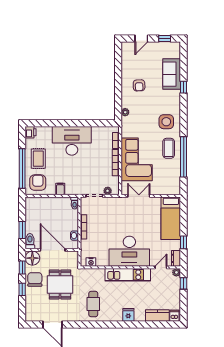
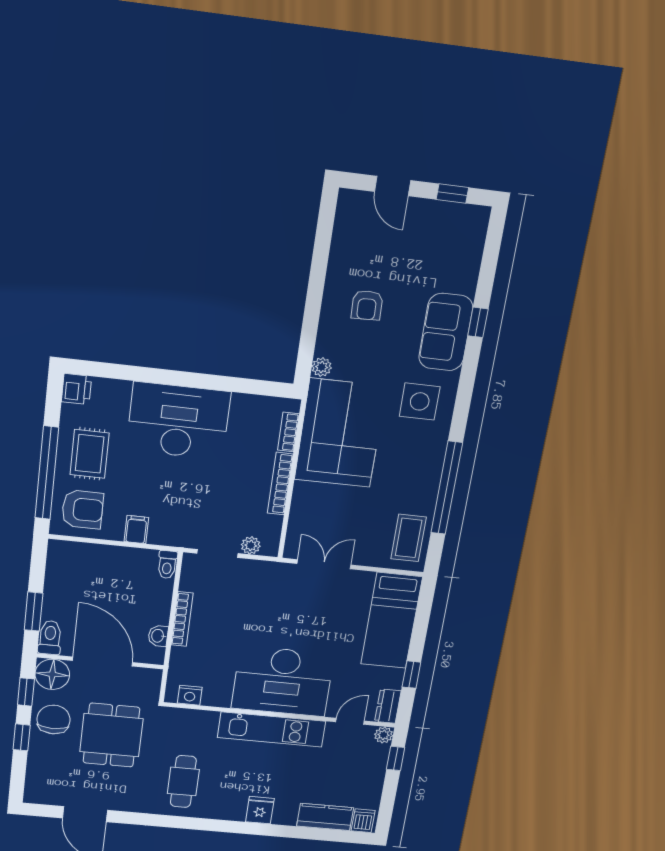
door: (141, 38) -> (393, 186), hinge flipped
sofa: (172, 74) -> (446, 332), moved
coffee table: (169, 148) -> (409, 538), moved
corner sofa: (137, 159) -> (340, 433), moved
armchair: (38, 183) -> (83, 509), turned 90

